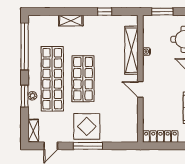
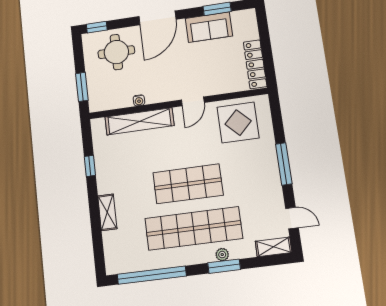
display table: (87, 126) -> (238, 123), moved

